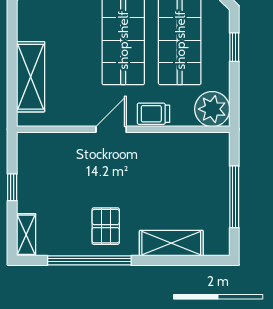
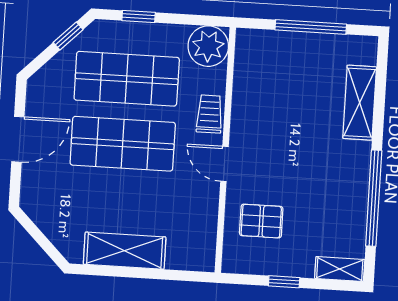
shelving: (31, 77) -> (125, 251), moved
trolley: (154, 114) -> (209, 114), turned 180
pallet: (106, 226) -> (261, 221), moved

